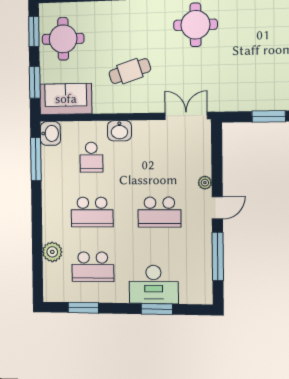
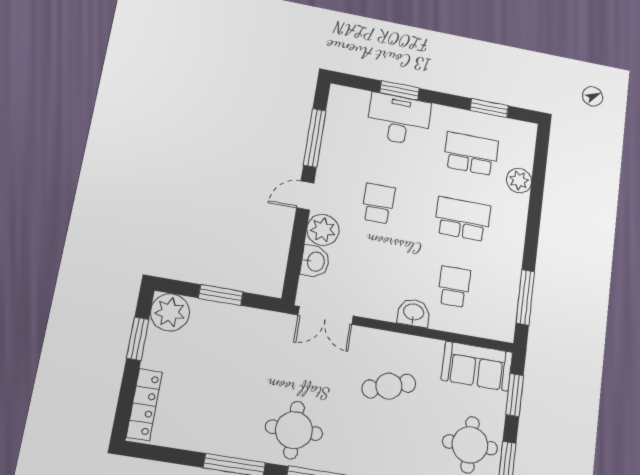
washbasin: (50, 133) -> (315, 262), moved, turned 180
plant: (205, 183) -> (323, 230), width x1.88, depth x1.88
school desk: (159, 212) -> (378, 203), width x0.54

